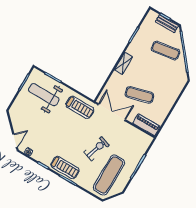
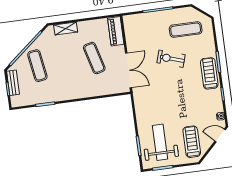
shelving: (124, 63) -> (66, 28), moved
weight bench: (44, 95) -> (160, 142), turned 180
treadmill: (80, 107) -> (192, 142), moved
double door: (112, 112) -> (129, 70), swing flipped
exercise mat: (109, 175) -> (186, 30), width x0.73, depth x0.69

